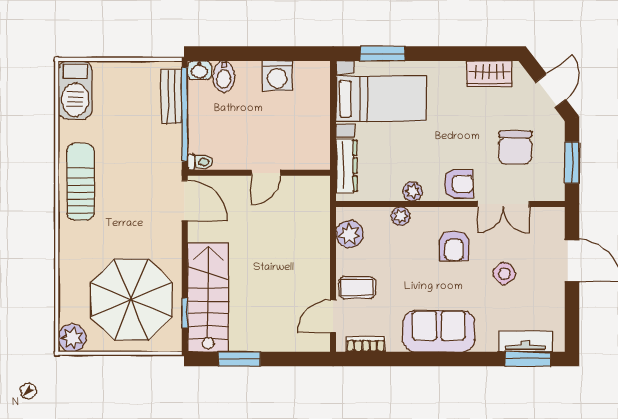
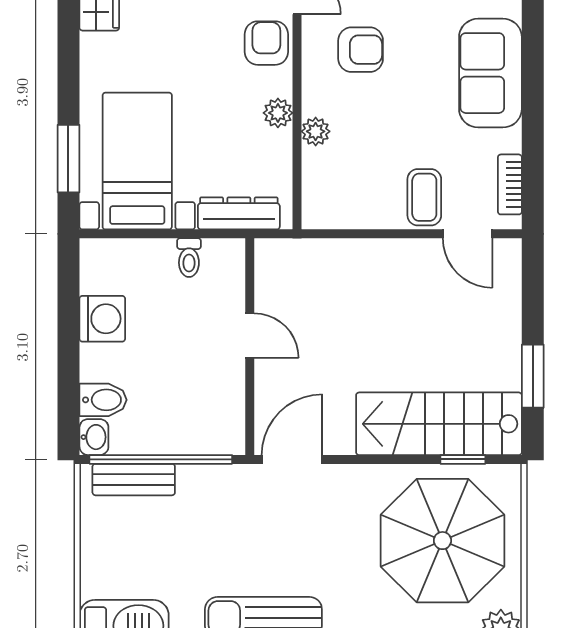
toilet: (200, 162) -> (189, 258), moved, turned 180
plant: (350, 234) -> (343, 209), removed

